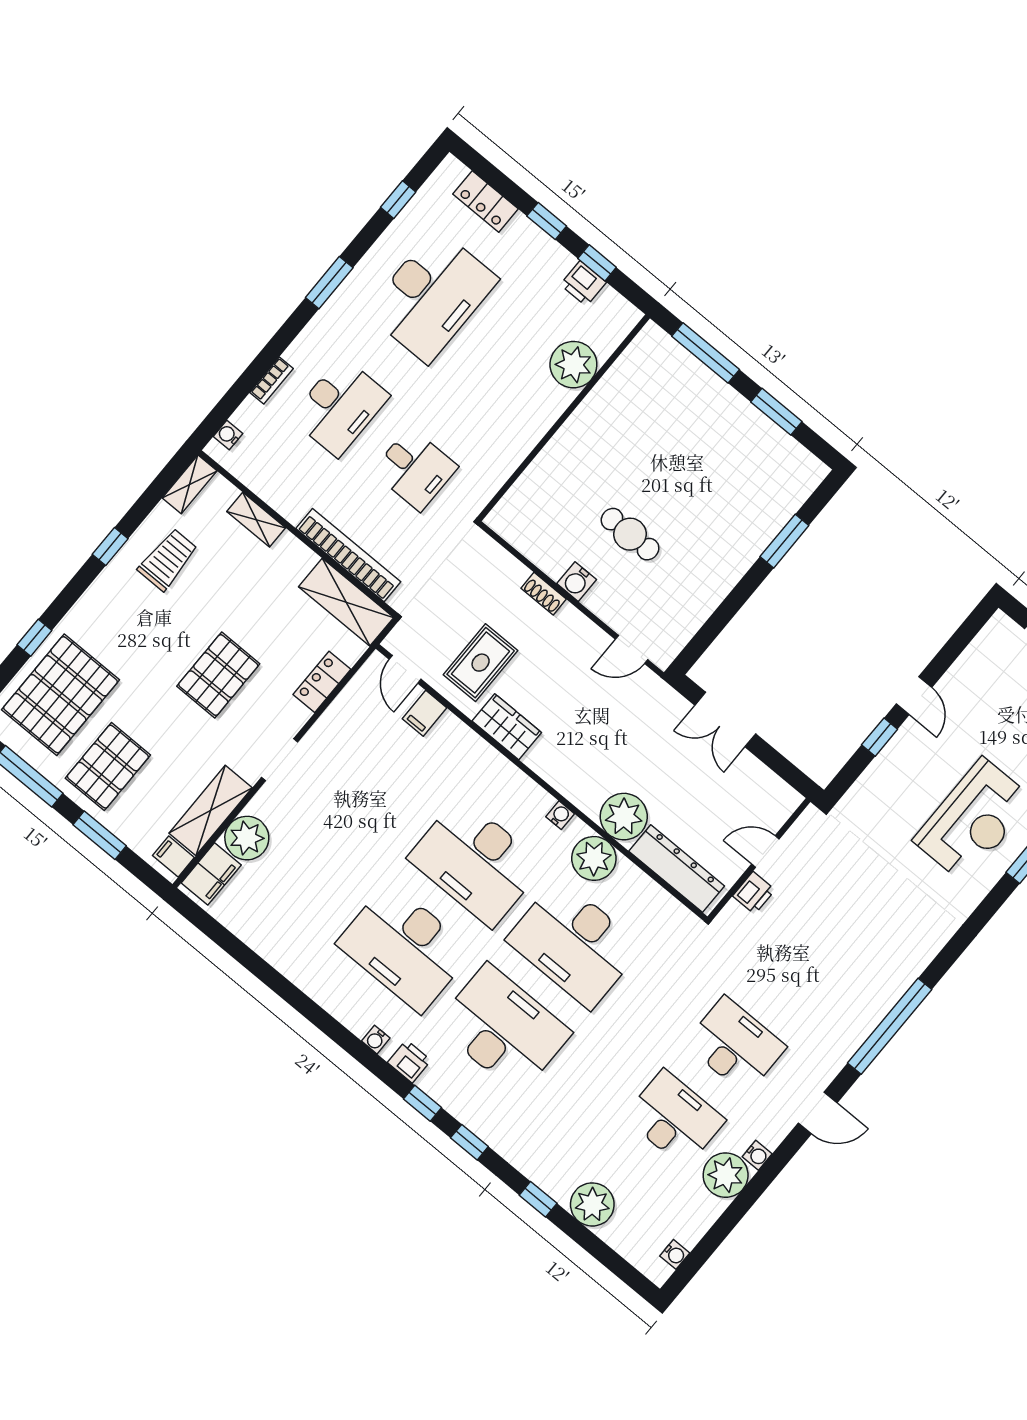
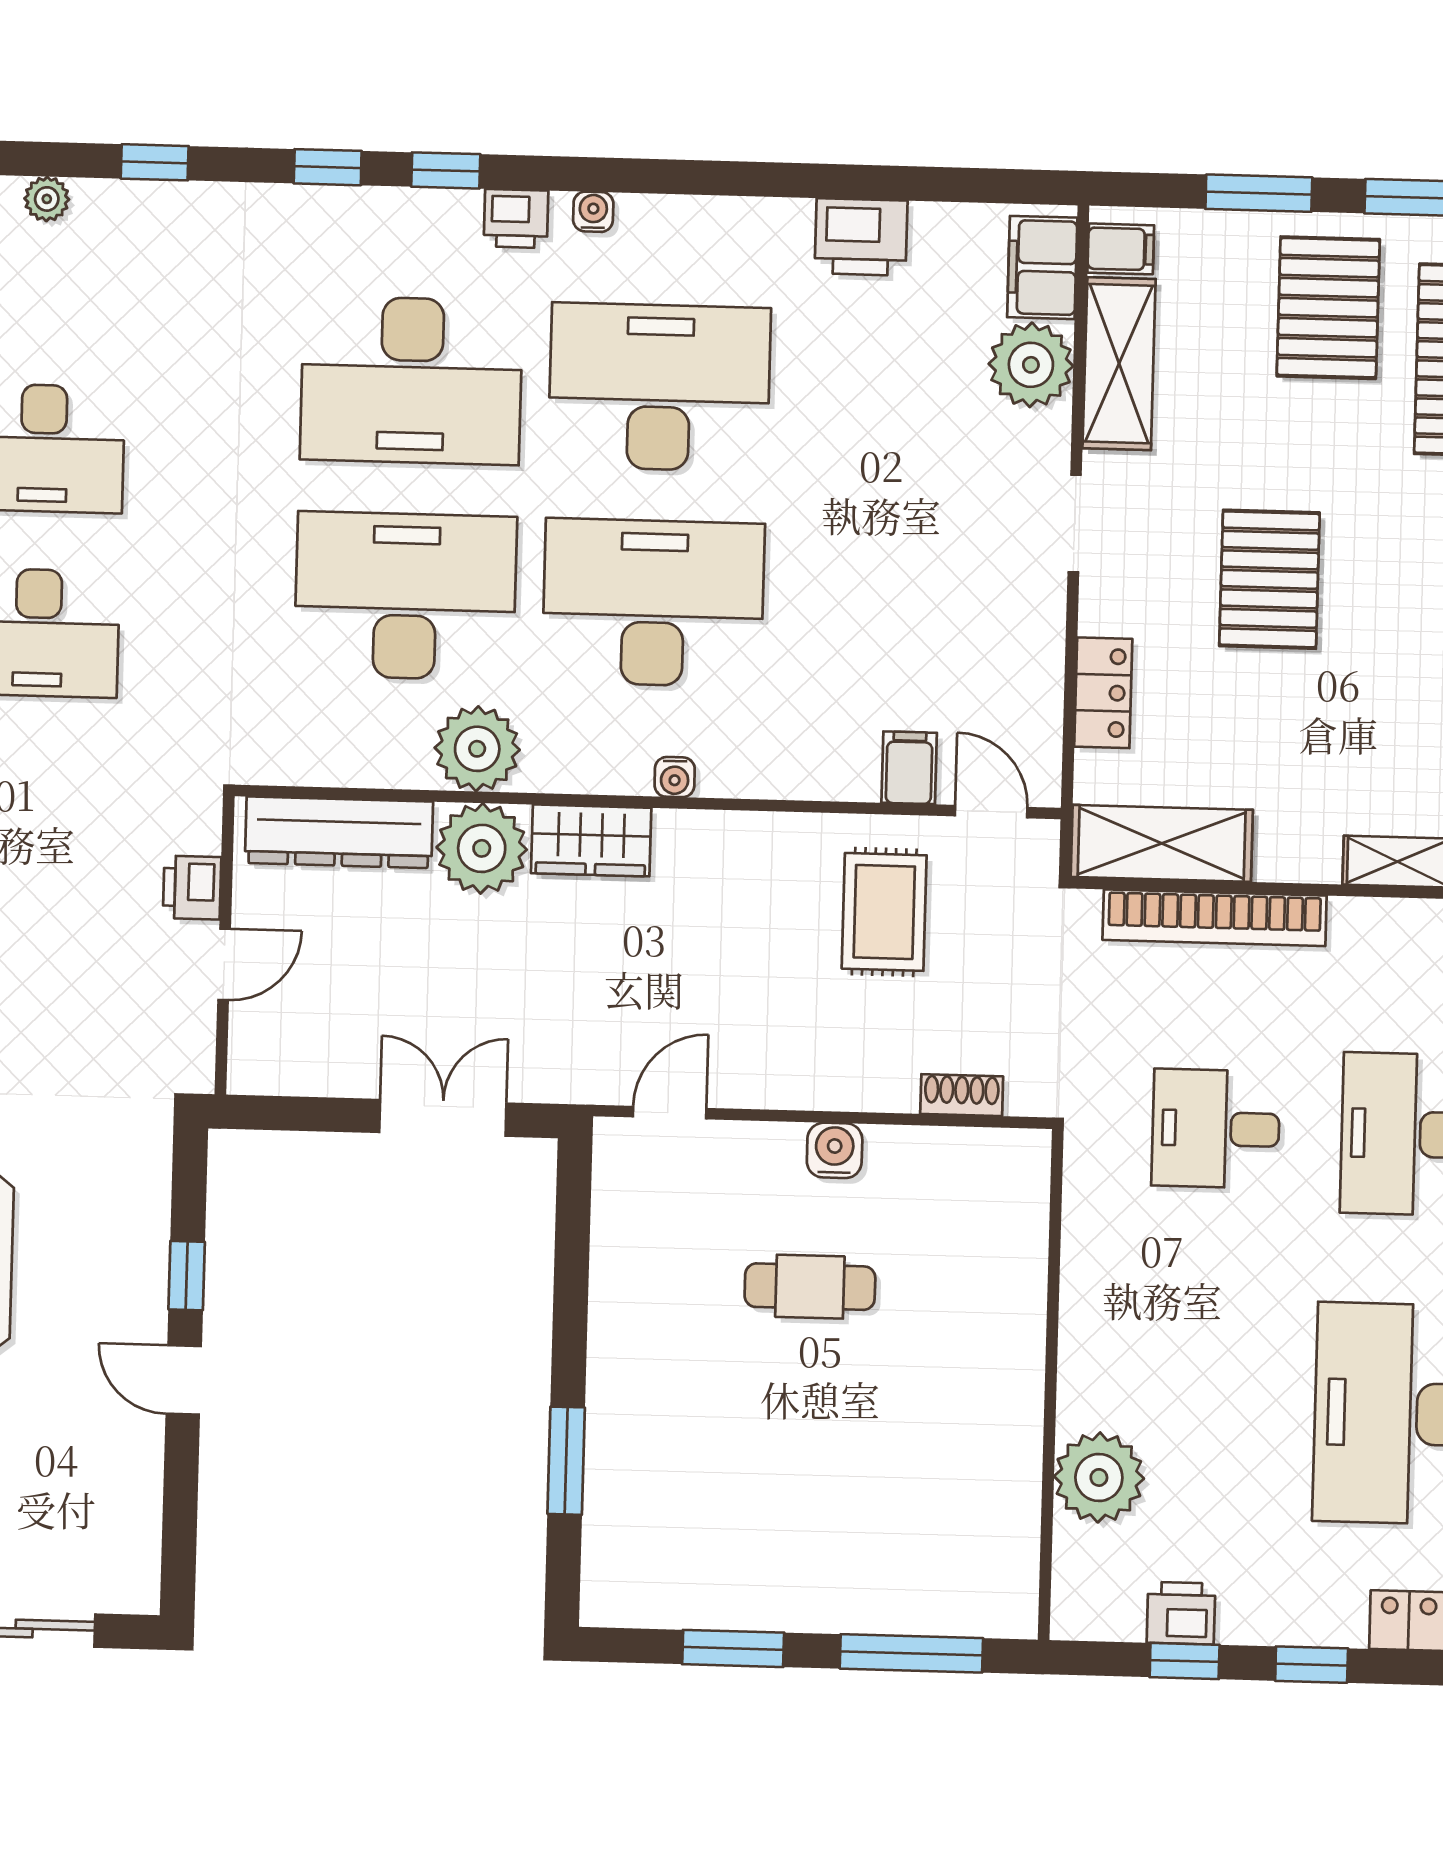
shoe rack: (544, 594) -> (962, 1095), moved
wardrobe: (507, 727) -> (591, 840), moved
water cooler: (560, 815) -> (675, 777), moved
printer: (275, 944) -> (861, 237), added
plant: (592, 1204) -> (47, 199), width x0.53, depth x0.53

